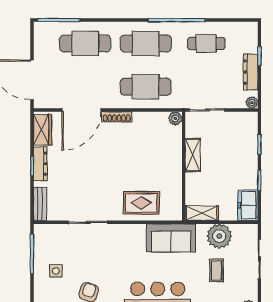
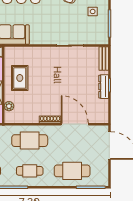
cafe table: (146, 43) -> (30, 171), width x0.73, depth x0.74
door: (81, 110) -> (75, 124), hinge flipped
plant: (175, 118) -> (9, 106), moved
wardrobe: (43, 130) -> (102, 110), removed
rug: (141, 203) -> (20, 78), moved, turned 90

